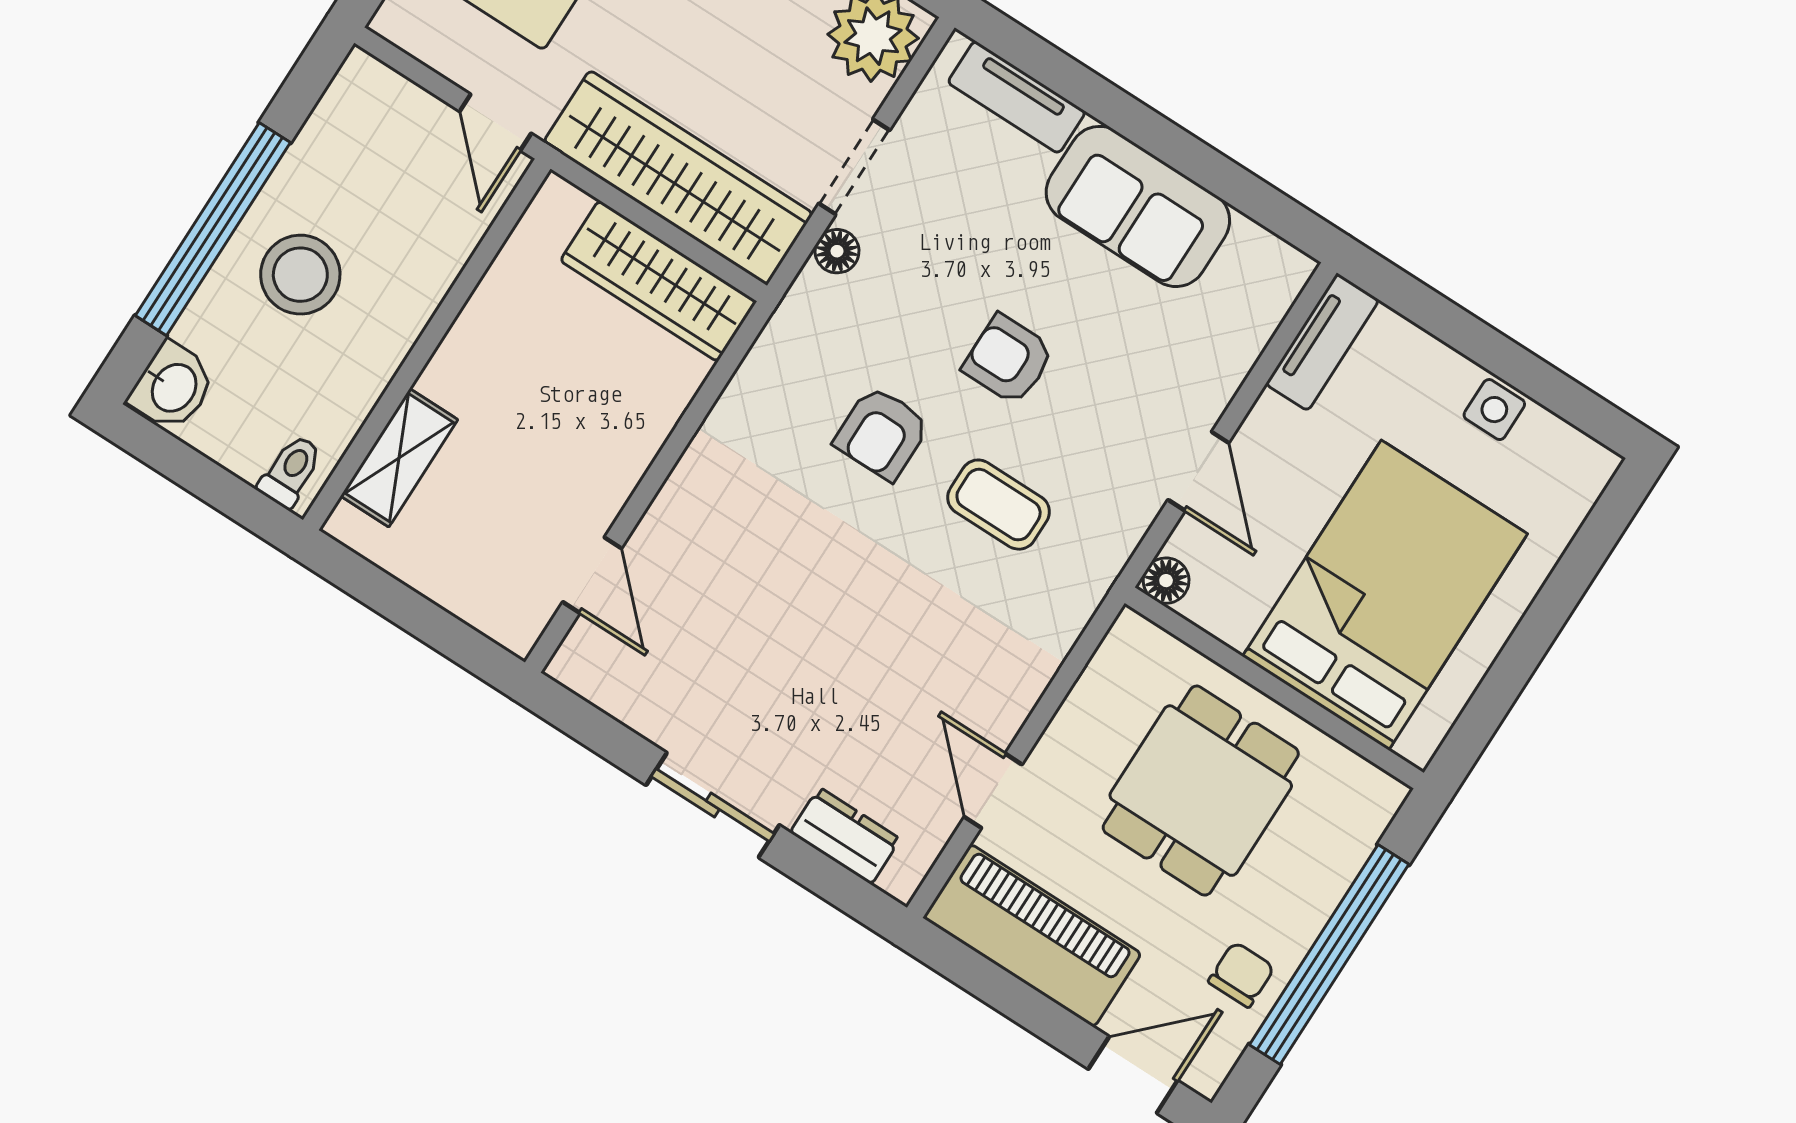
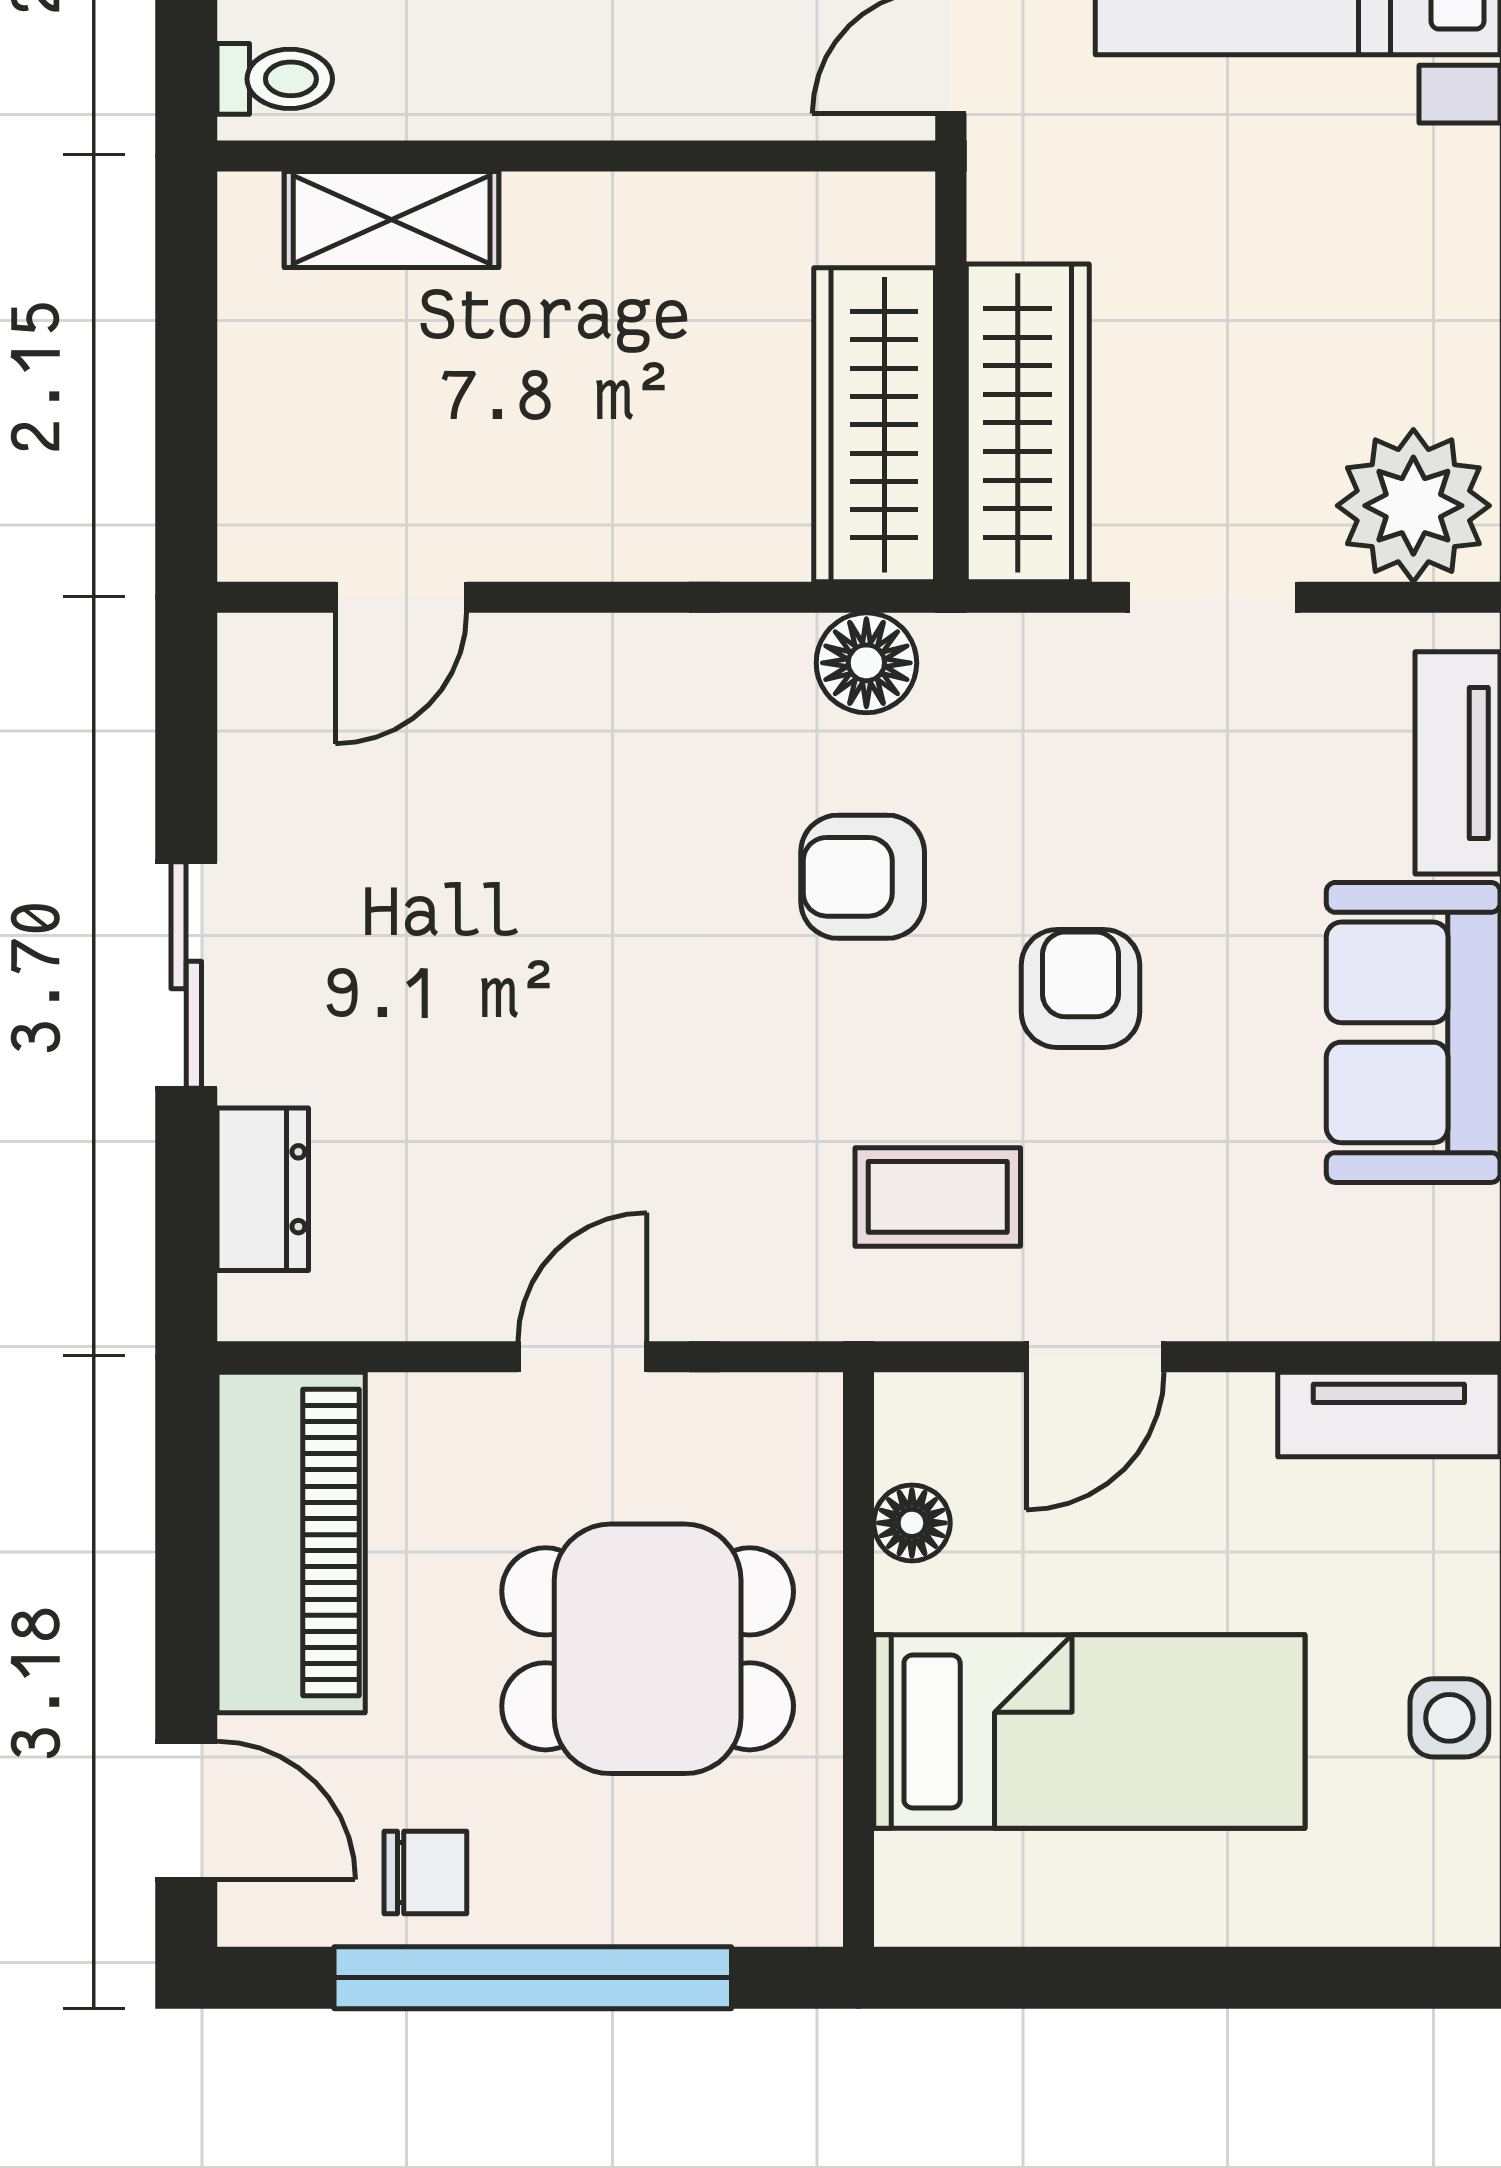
wardrobe: (678, 178) -> (1028, 423), width x0.71, depth x0.85
floor lamp: (837, 251) -> (866, 663), moved, width x1.37, depth x1.37
coffee table: (999, 505) -> (938, 1197), moved, turned 90
floor lamp: (1166, 581) -> (912, 1523), moved
bed: (1385, 595) -> (1089, 1732), width x0.67
door: (993, 791) -> (583, 1357), moved

